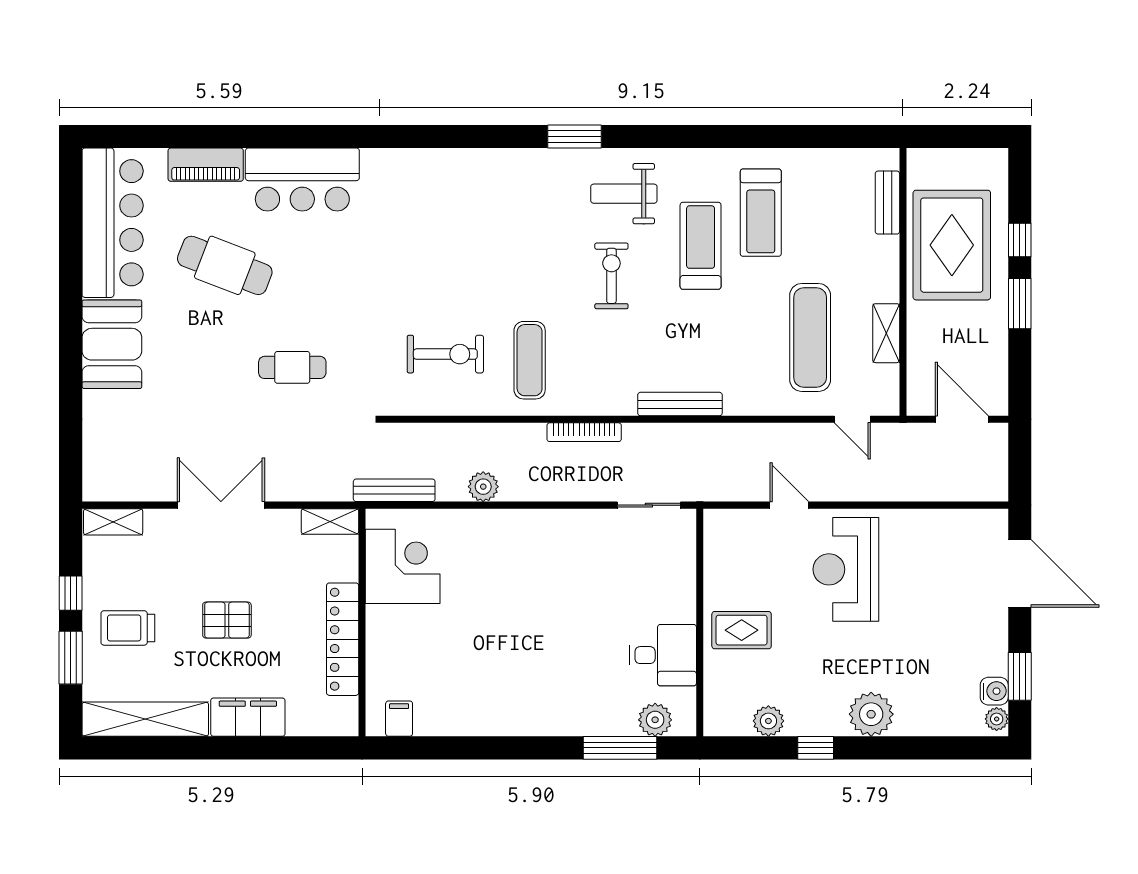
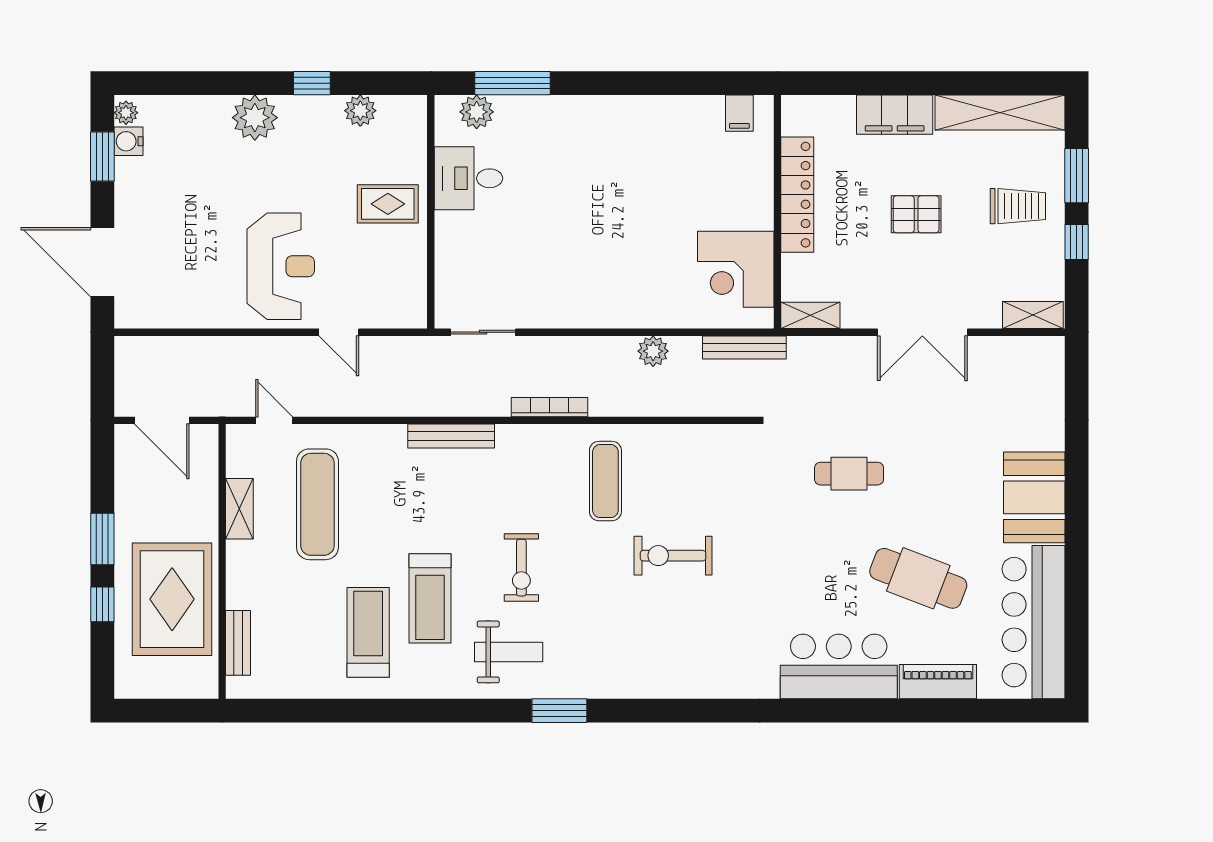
exercise bike: (445, 354) -> (673, 556), moved

